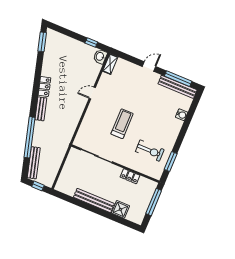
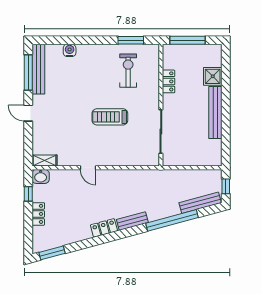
locker: (74, 44) -> (38, 214), added

